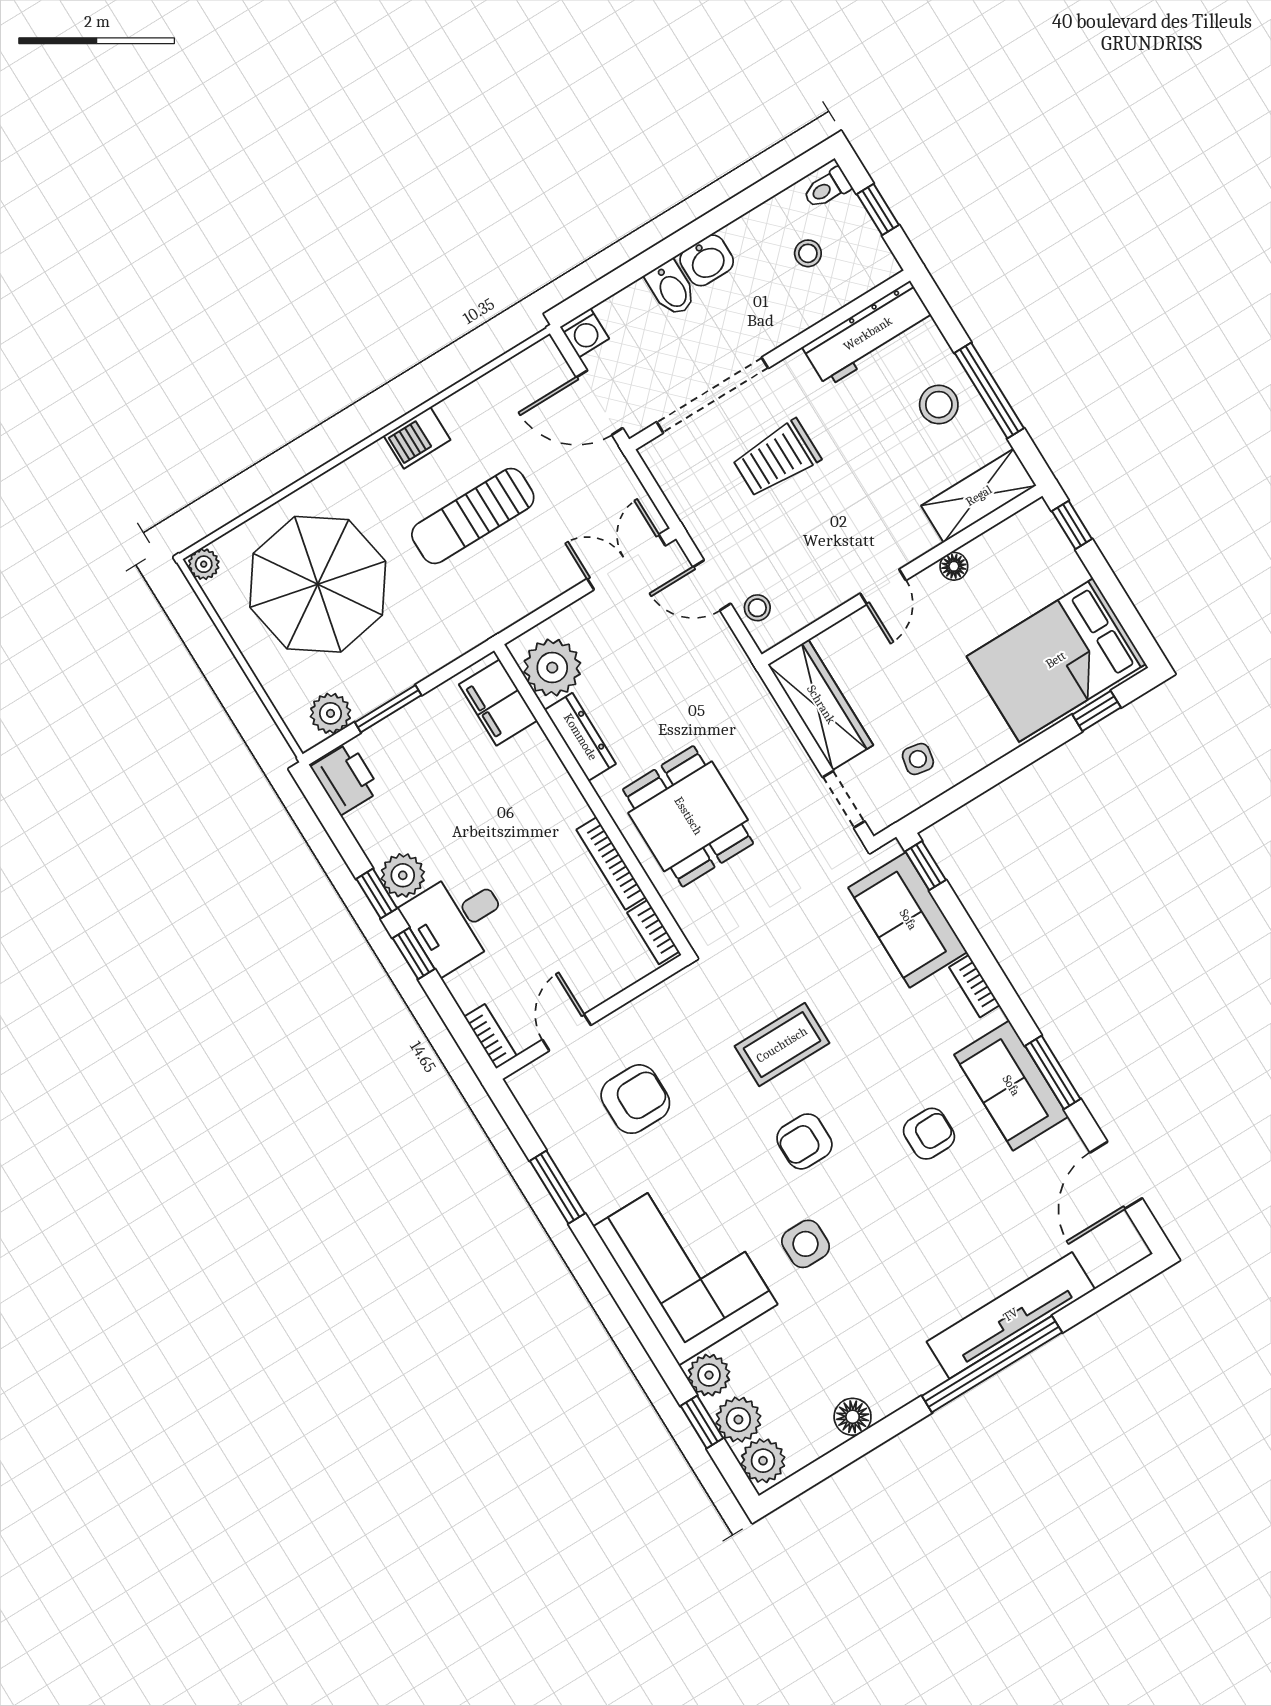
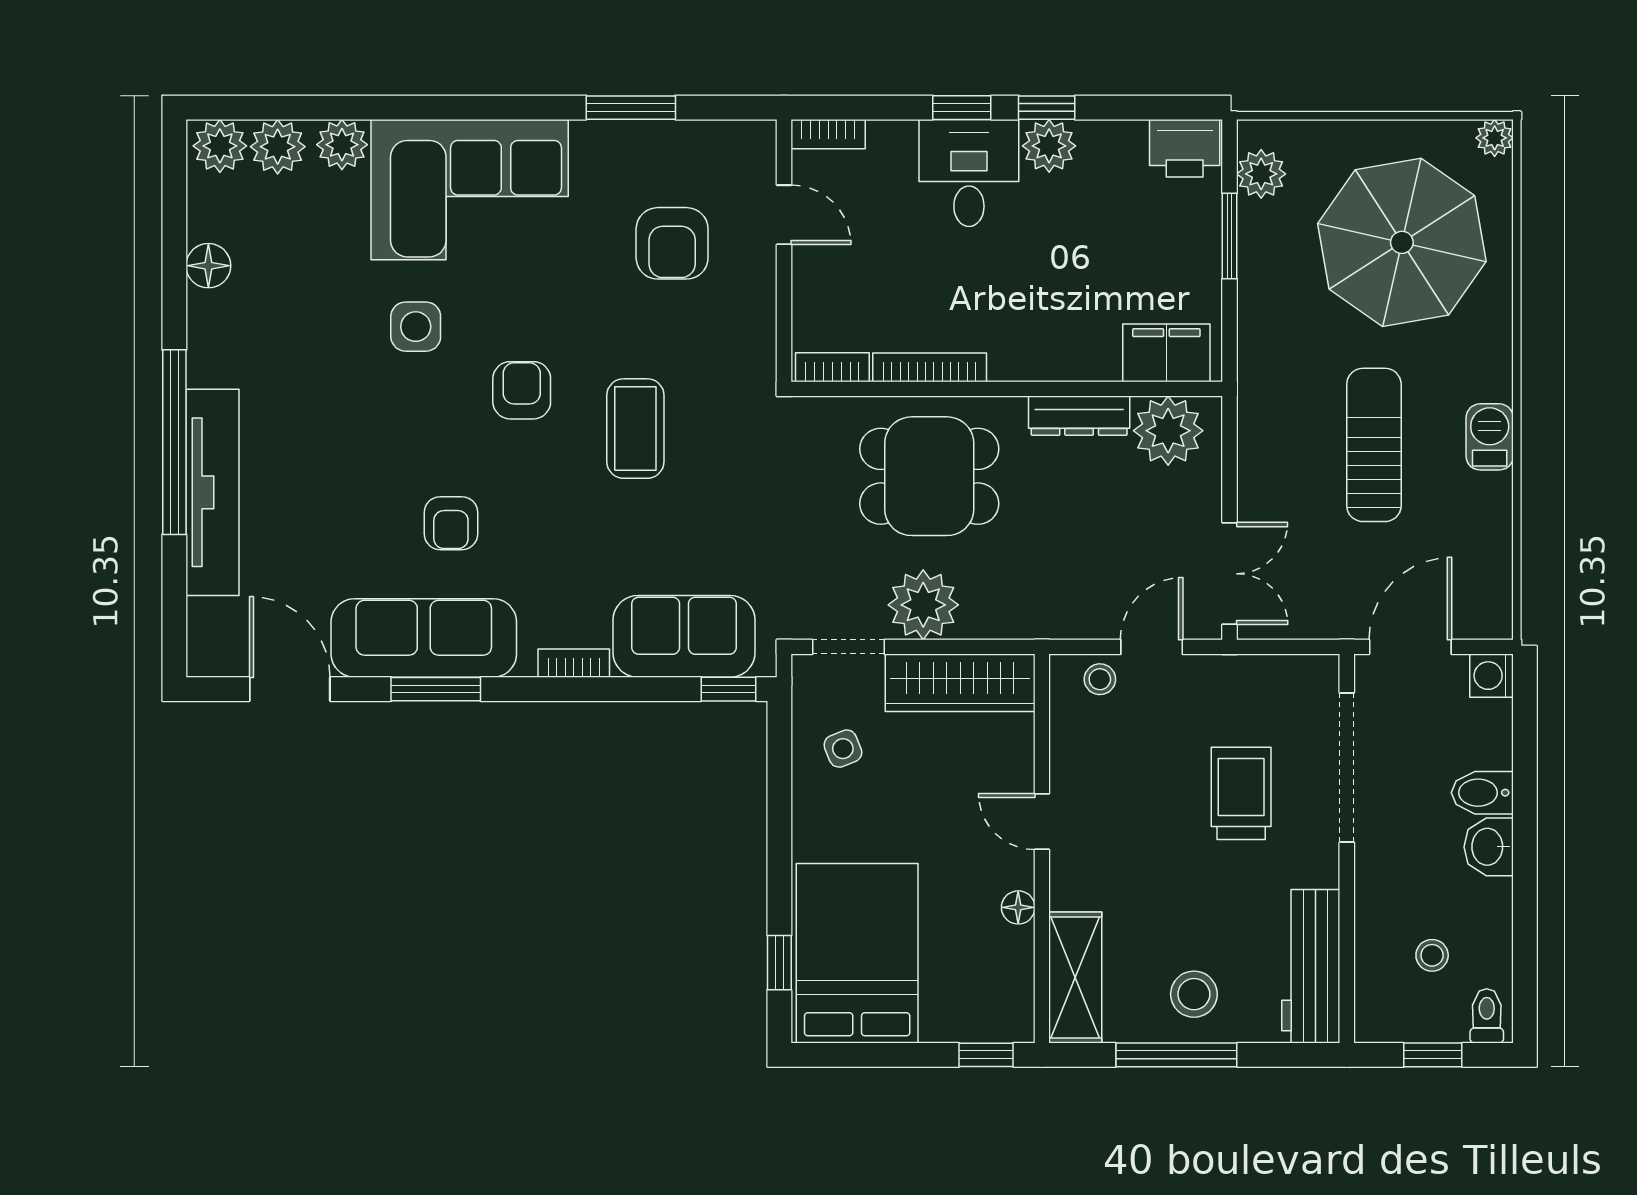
side table: (918, 759) -> (843, 749), turned -33
plant: (781, 765) -> (923, 605), added
sofa: (1011, 1086) -> (424, 638), width x1.36
window: (702, 1422) -> (298, 108), removed

